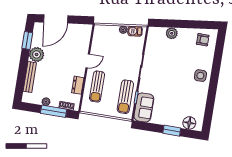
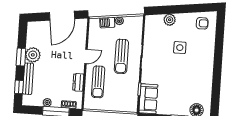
door: (56, 19) -> (62, 16), moved
barbecue: (135, 31) -> (107, 23), moved
window: (27, 40) -> (21, 57), moved
side table: (200, 76) -> (180, 48), moved
window: (20, 84) -> (19, 87), added
sun lounger: (125, 97) -> (121, 56), moved

